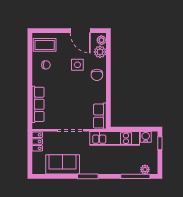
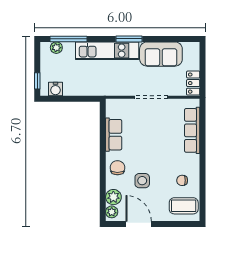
row of seats: (100, 116) -> (114, 135), moved
kitchen unit: (115, 138) -> (107, 51), moved, turned 180

